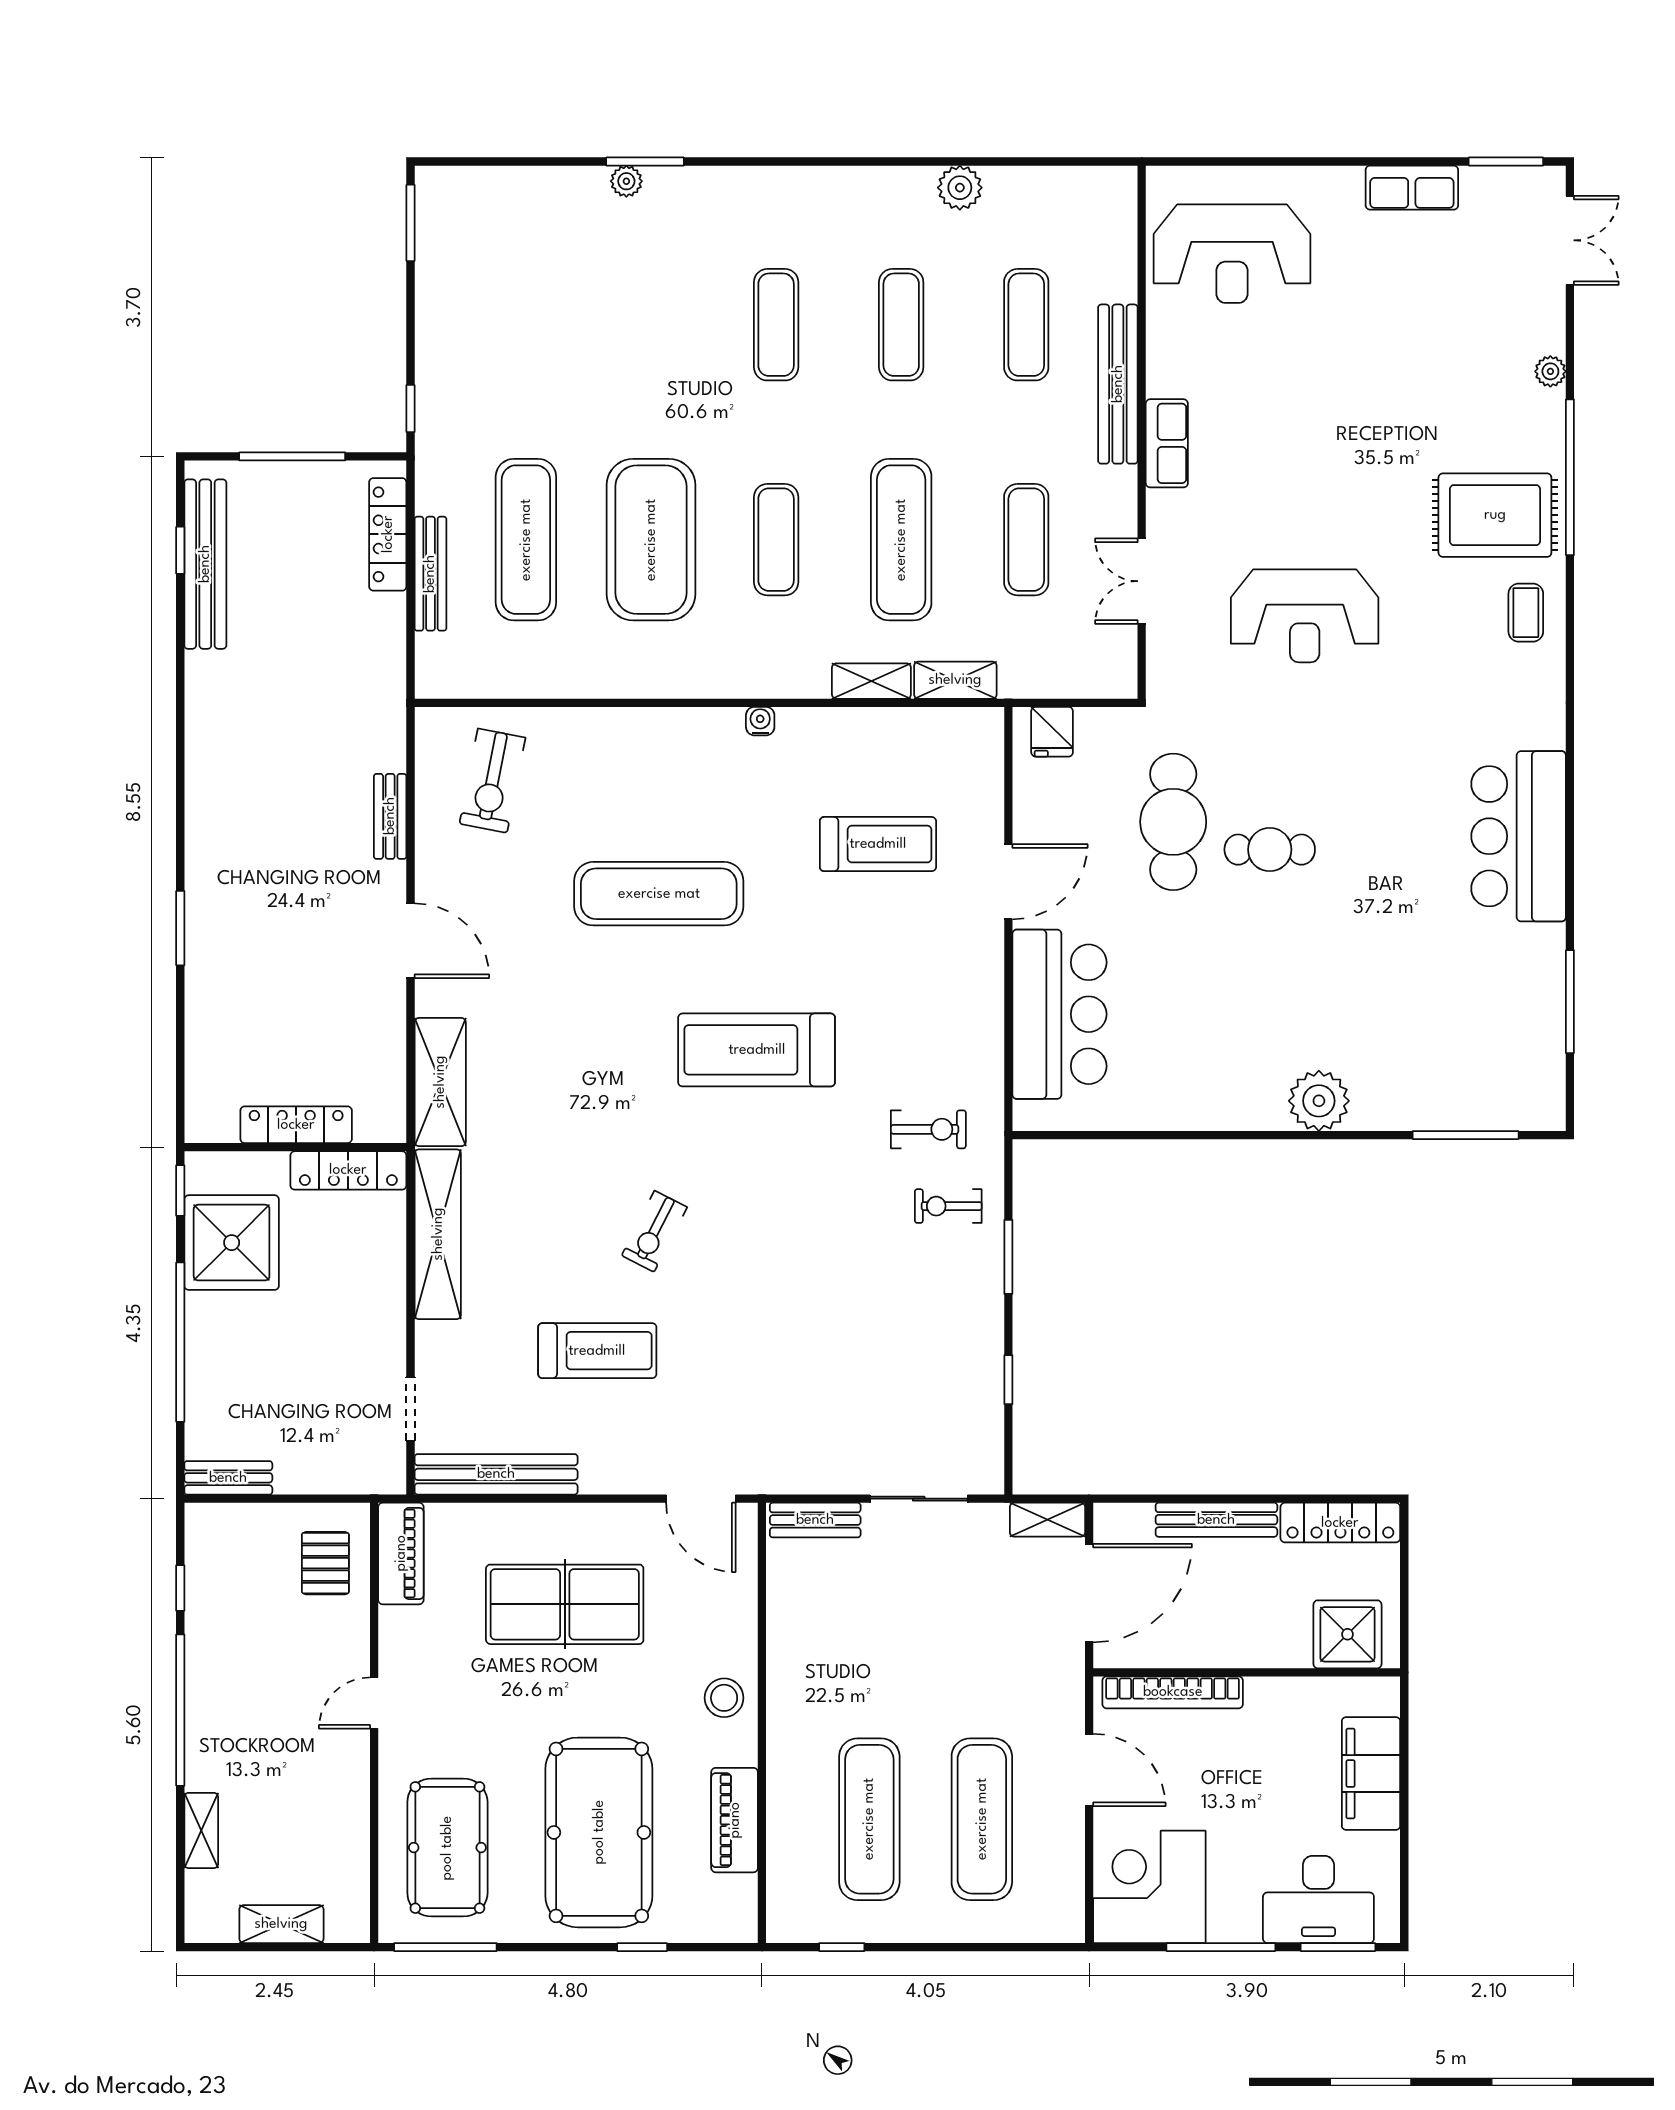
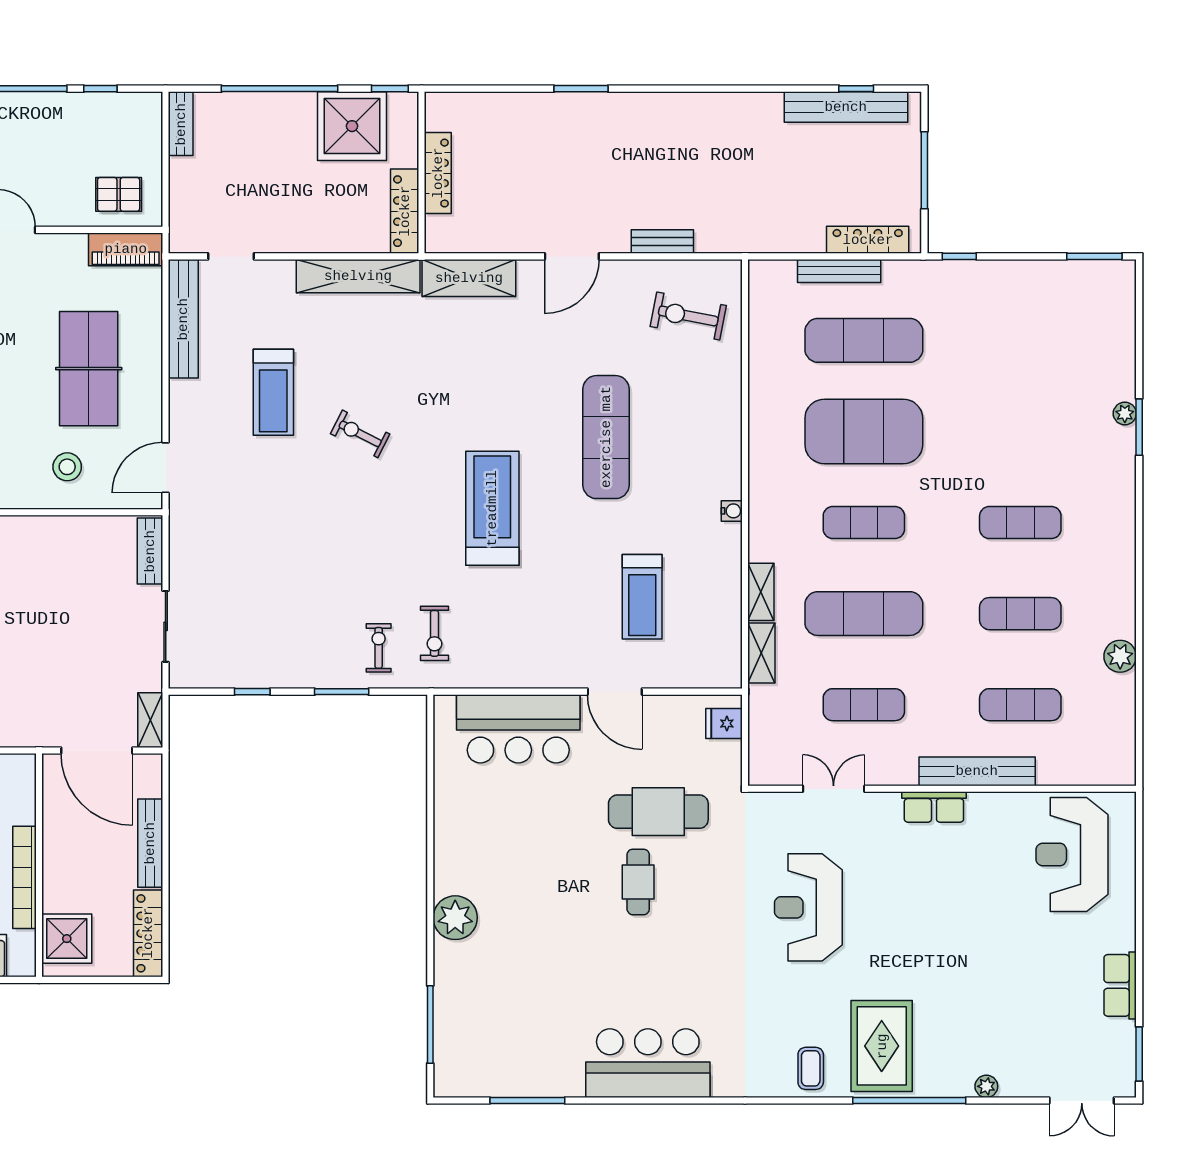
coffee table: (1526, 613) -> (811, 1068), turned 90
bookcase: (1173, 1692) -> (24, 877), moved
stool: (724, 1698) -> (67, 467), moved

